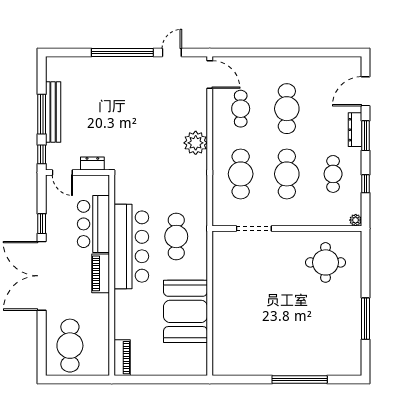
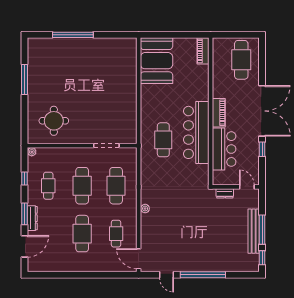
door: (172, 53) -> (167, 275), hinge flipped
plant: (196, 143) -> (145, 209), width x0.53, depth x0.53
window: (42, 154) -> (262, 258), moved
booth: (185, 311) -> (157, 61), moved

